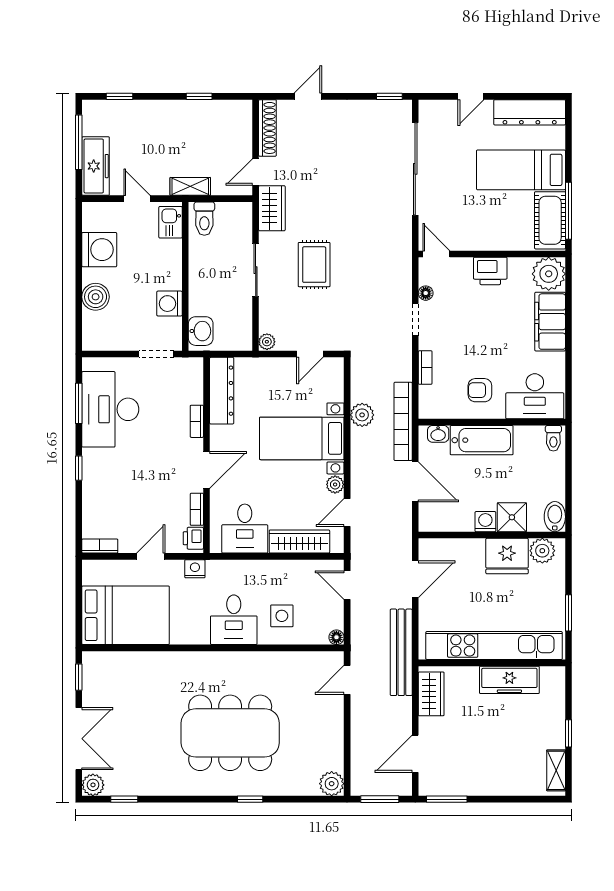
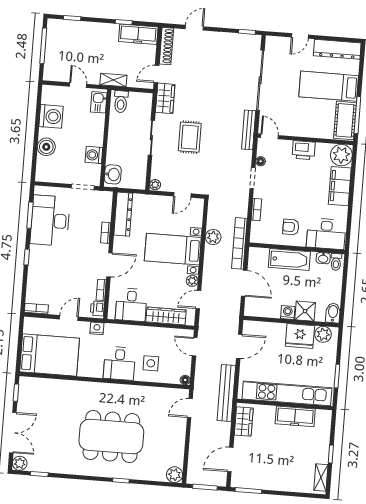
freezer: (96, 166) -> (138, 34), moved, turned 90
bench: (404, 246) -> (249, 130), added
washbasin: (438, 434) -> (323, 258), moved

